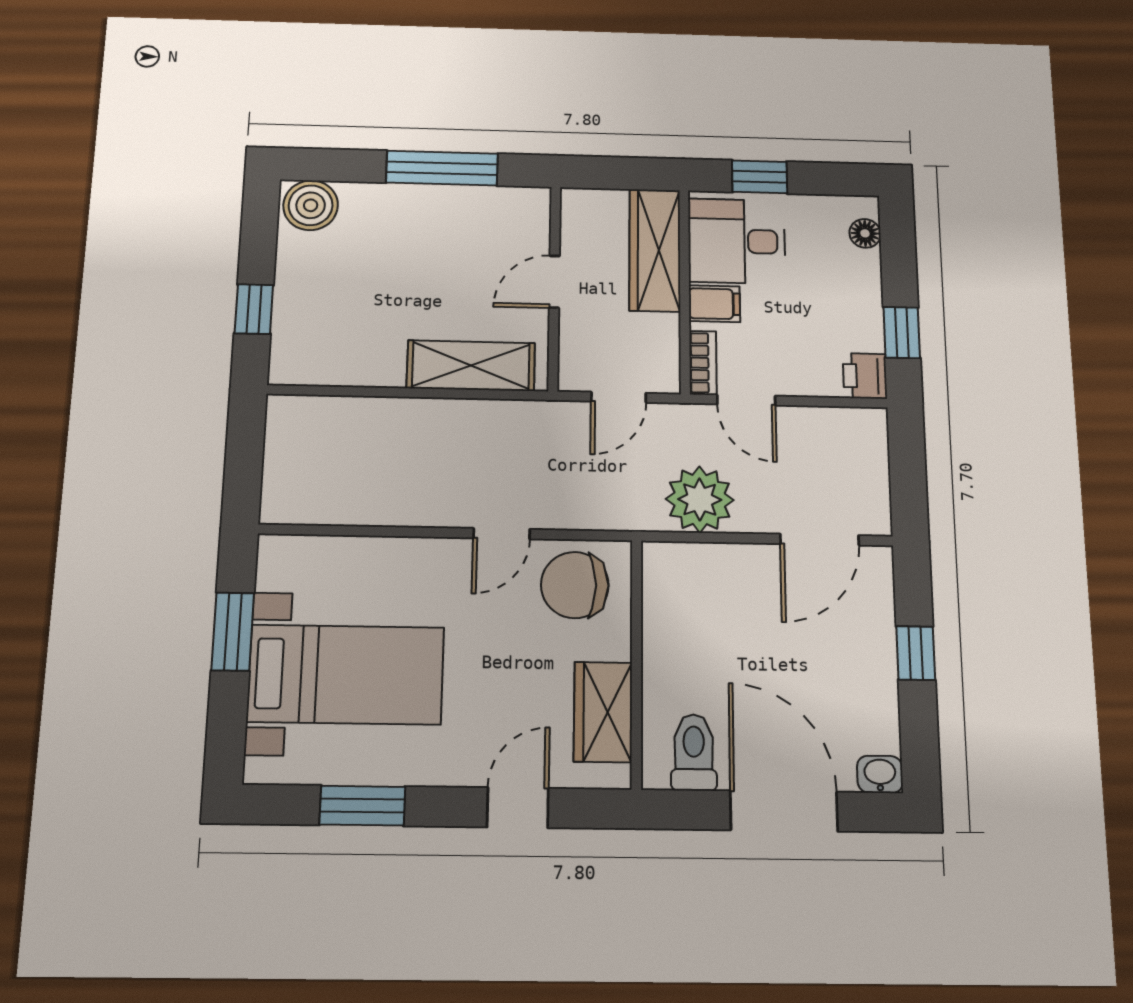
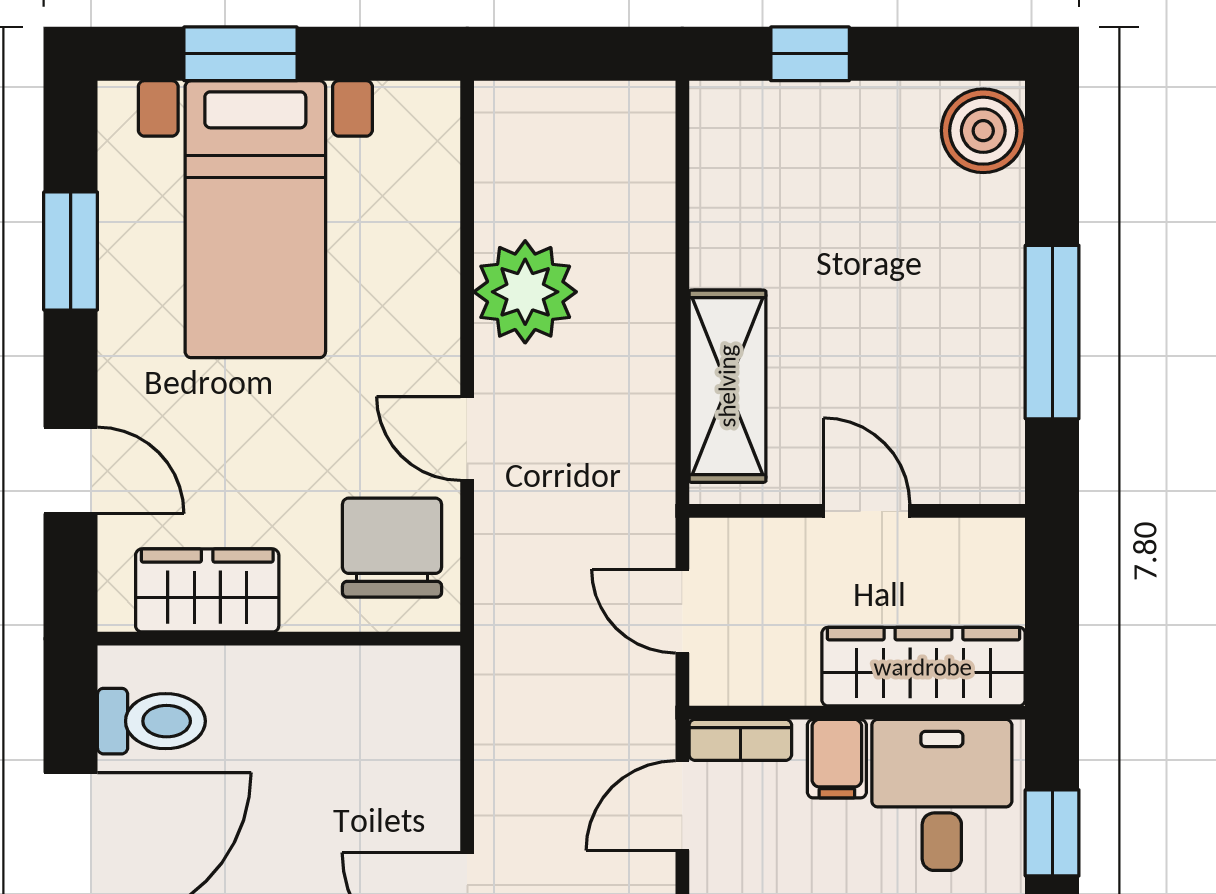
plant: (700, 499) -> (525, 292), moved
window: (233, 632) -> (241, 54), moved

